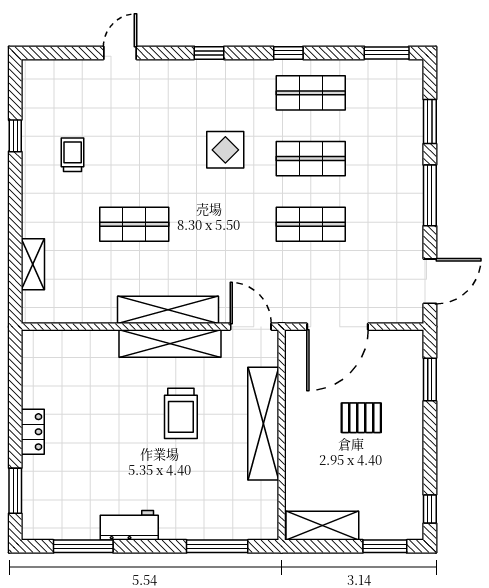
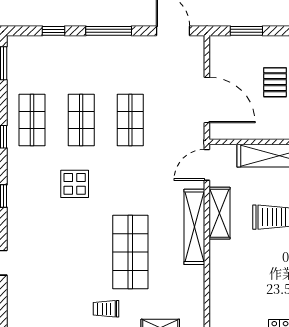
window: (430, 122) -> (53, 31), width x0.67
trolley: (73, 155) -> (106, 309), moved
shop shelf: (134, 224) -> (130, 252), width x1.43, depth x1.36
shelving: (170, 344) -> (220, 213), width x0.68

